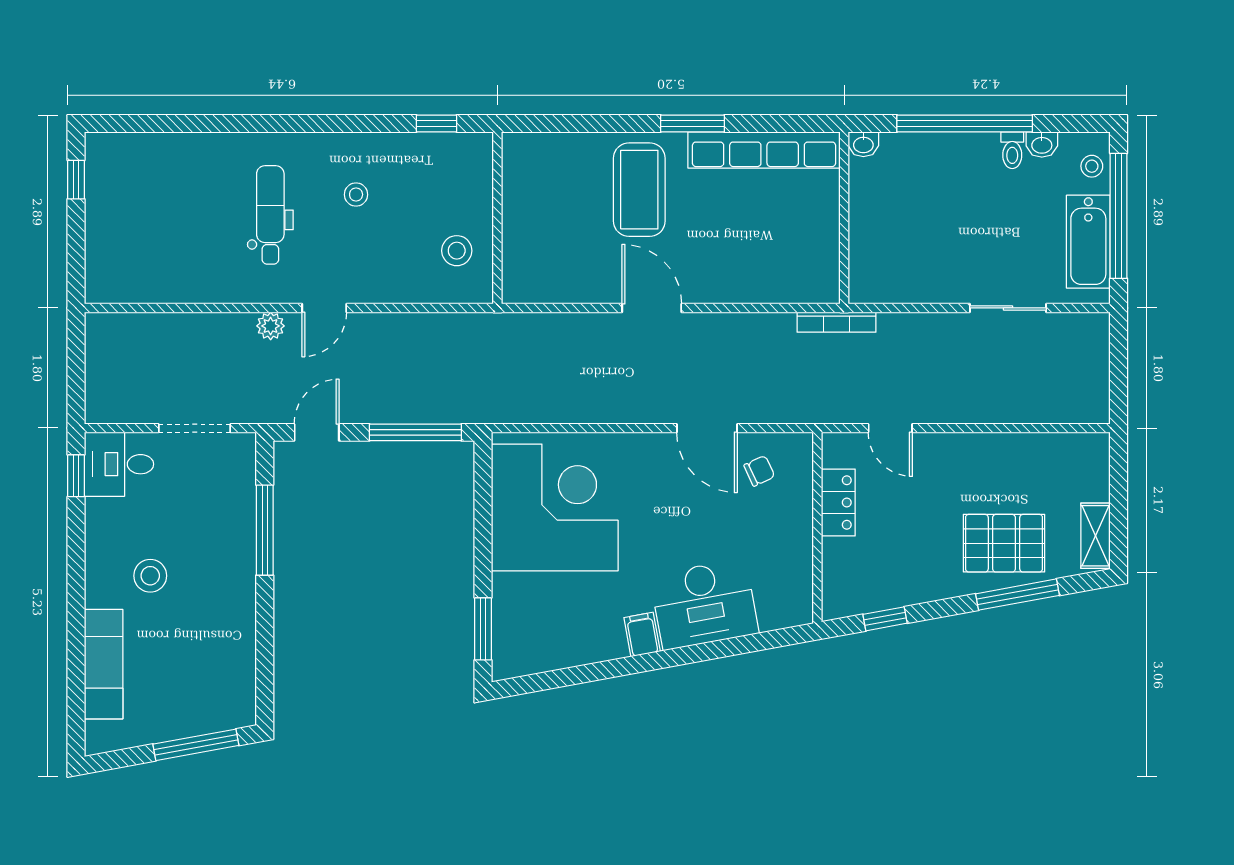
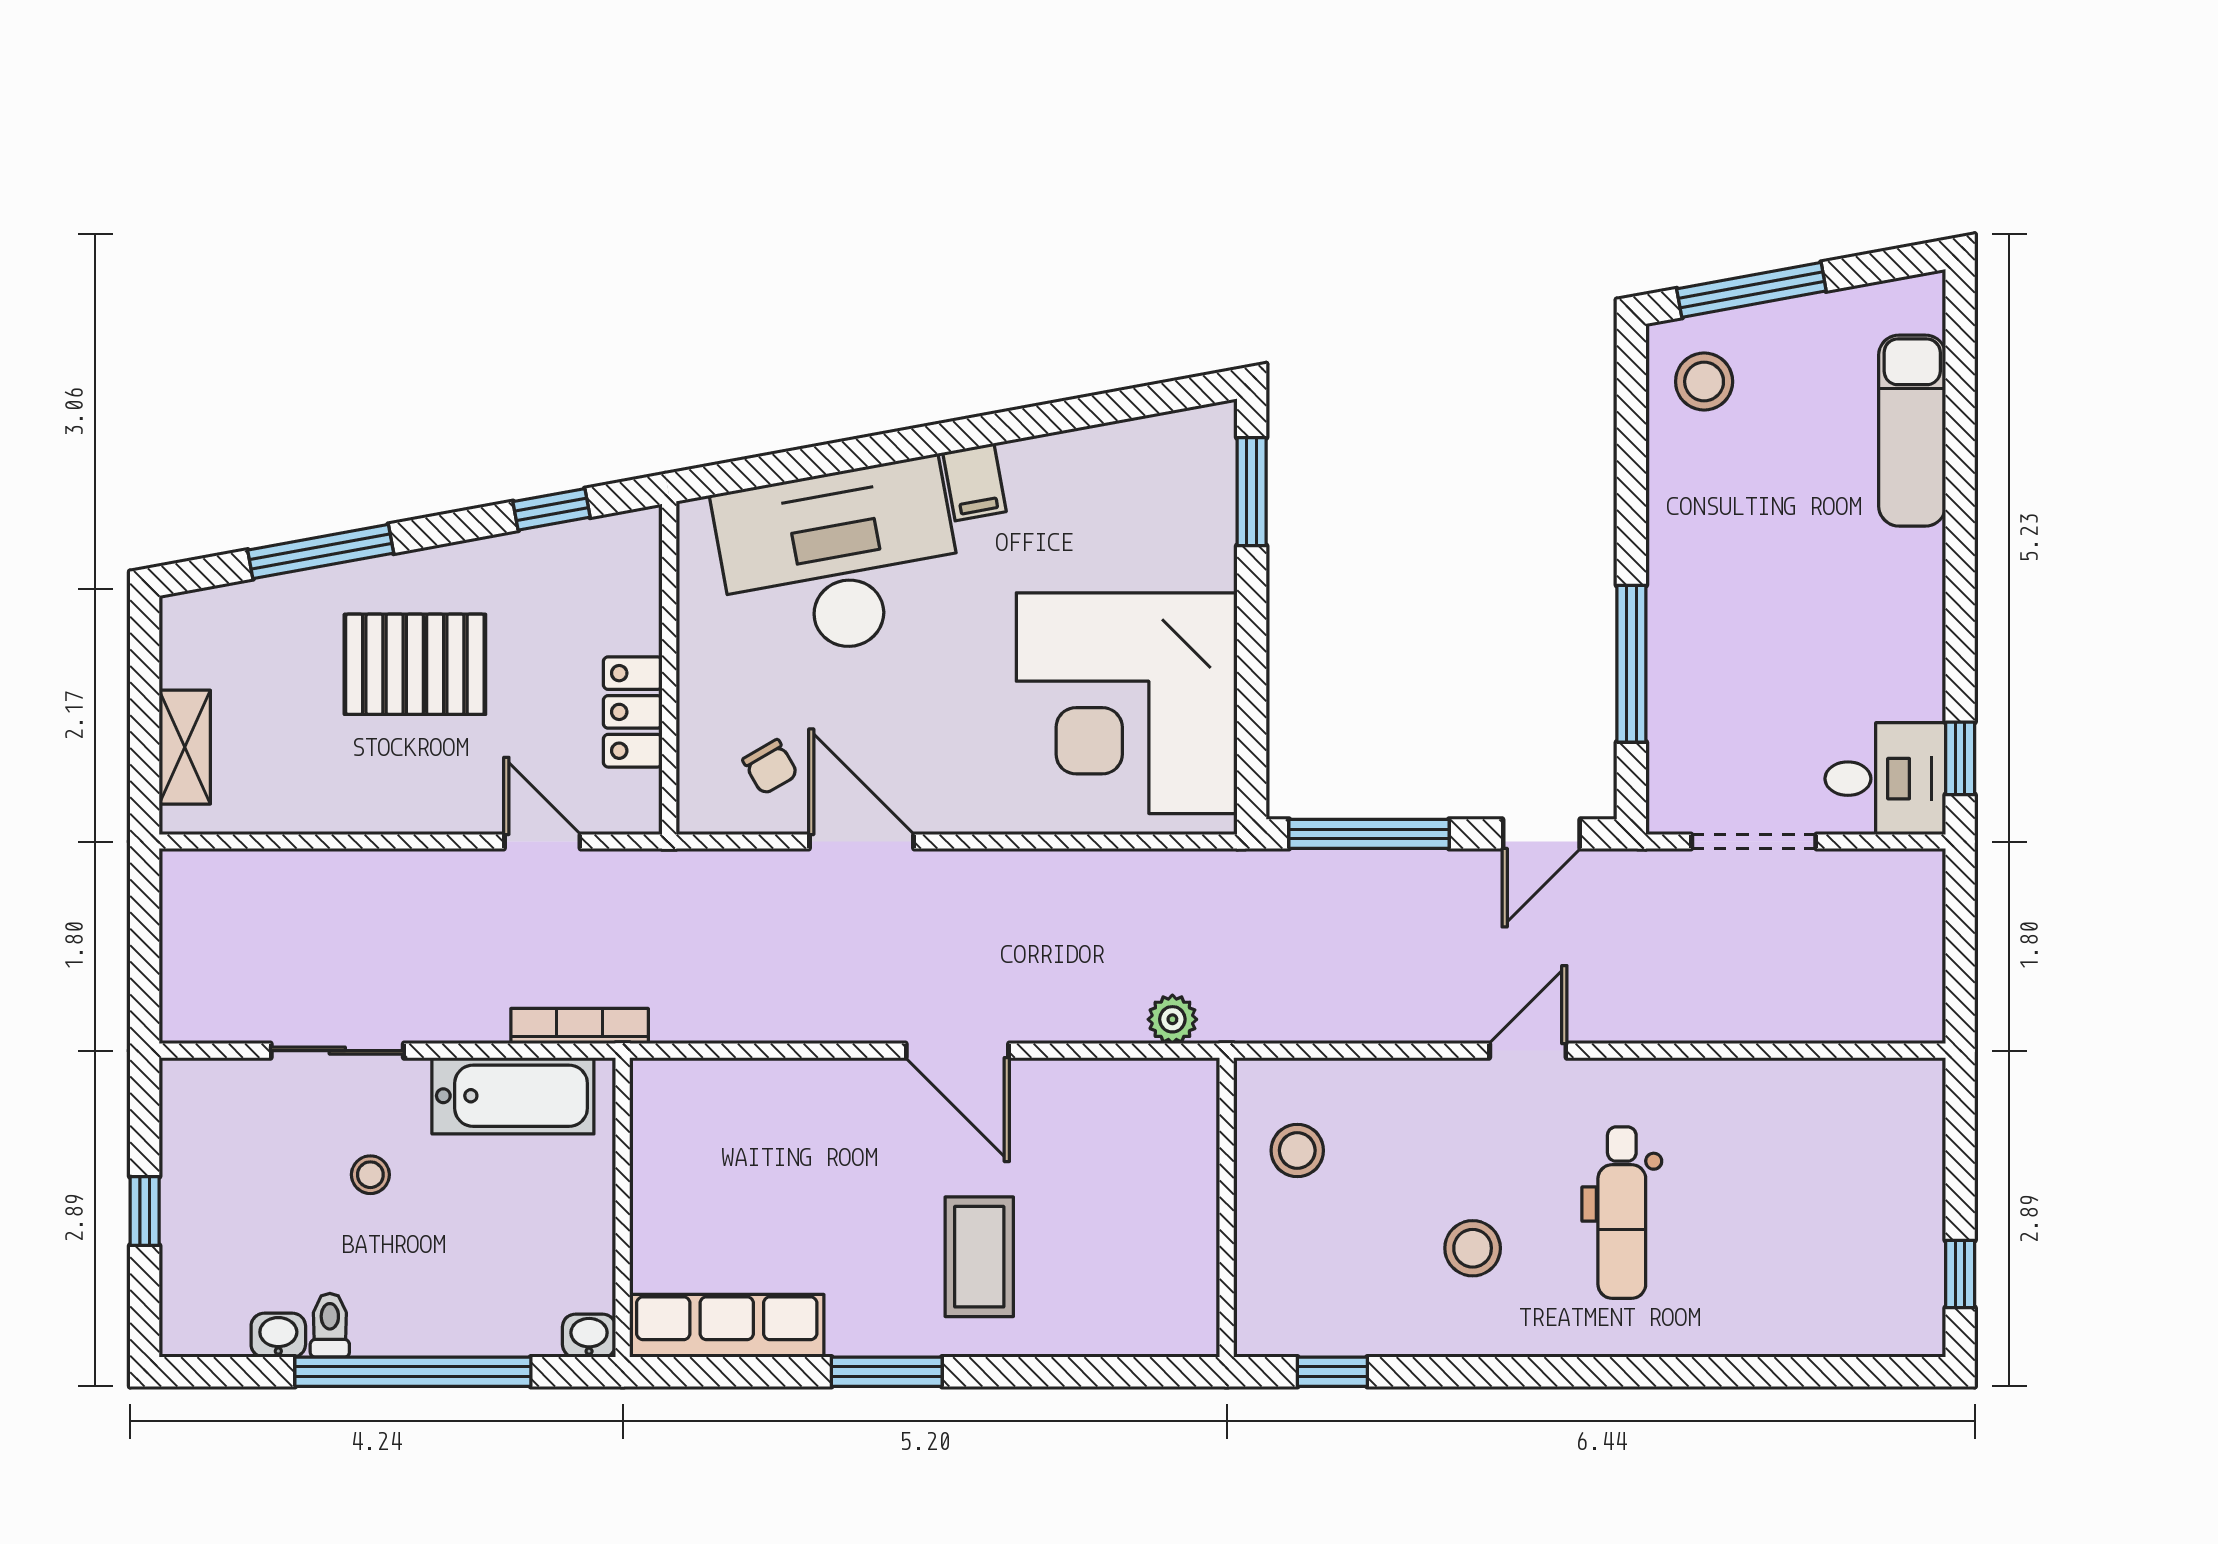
row of seats: (764, 150) -> (727, 1326), width x0.73
stool: (1092, 166) -> (370, 1175), moved
coffee table: (639, 190) -> (979, 1257), width x0.73, depth x0.76
stool: (356, 195) -> (1473, 1248), width x1.37, depth x1.37
window: (1119, 216) -> (145, 1211), width x0.32
bathtub: (1088, 242) -> (513, 1096), moved, turned 90
bookcase: (836, 322) -> (580, 1026), moved
plant: (271, 326) -> (1172, 1019), moved
chair: (759, 471) -> (770, 767), turned -95
shelving: (1096, 536) -> (185, 747), moved
pallet: (1004, 543) -> (415, 664), moved
stool: (150, 576) -> (1704, 382), moved
desk: (704, 604) -> (839, 560), width x1.36, depth x1.30

